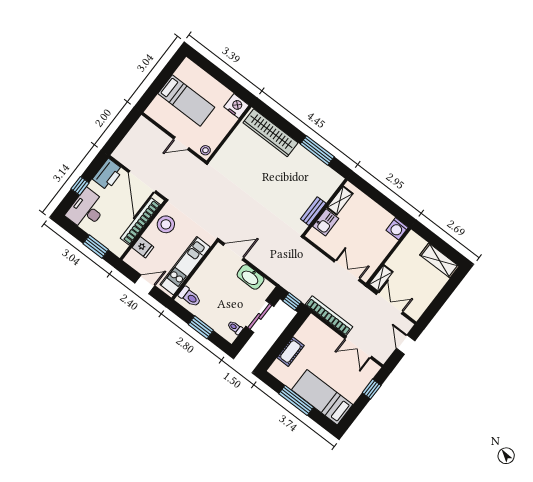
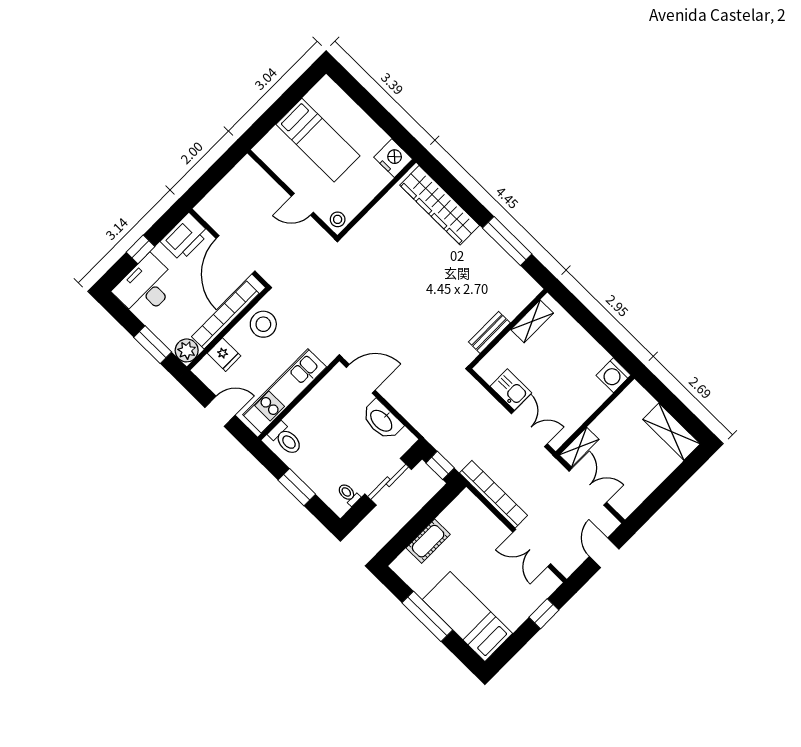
kitchen sink: (326, 222) -> (511, 390), moved, turned -90
plant: (118, 248) -> (187, 350), added

